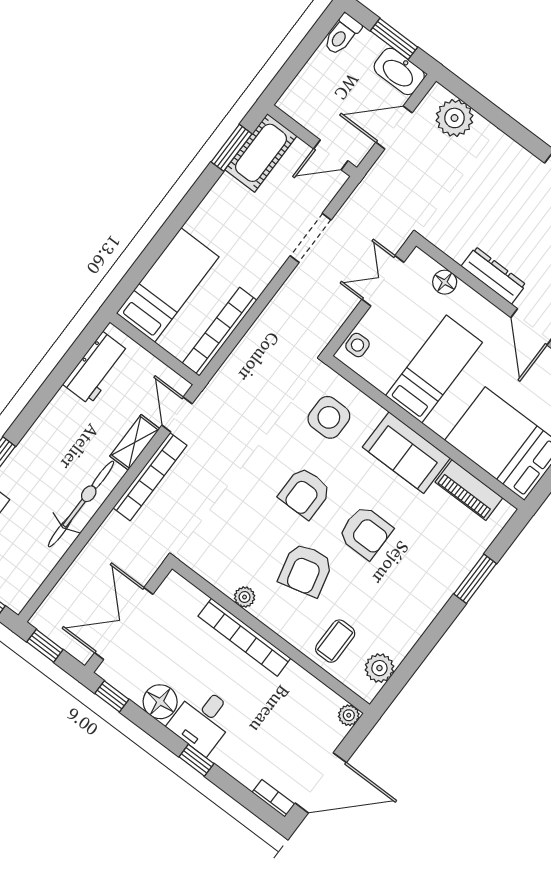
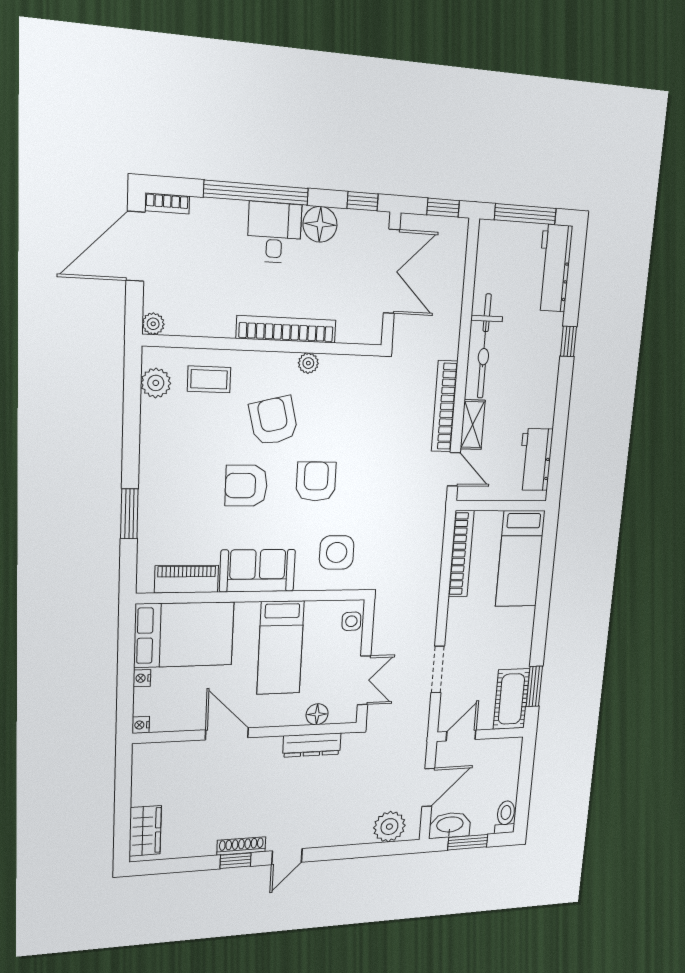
dresser: (494, 275) -> (312, 745), moved
coffee table: (335, 641) -> (209, 379), turned 90
window: (196, 760) -> (256, 193), width x3.17

